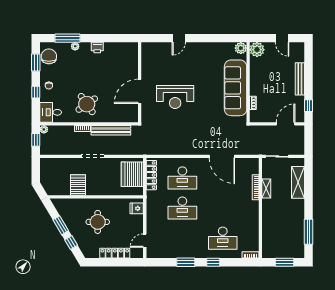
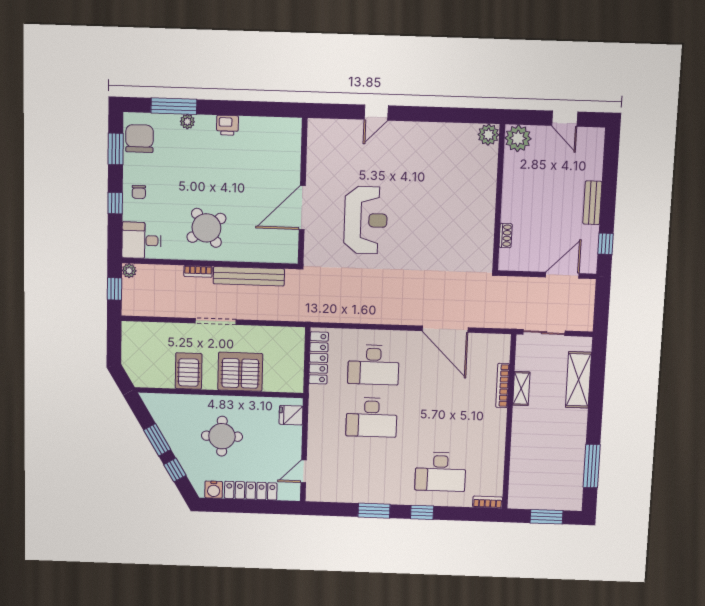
bench: (300, 79) -> (592, 203), width x0.73
sofa: (236, 88) -> (475, 207), removed
reception desk: (175, 97) -> (366, 220), turned -90
server rack: (132, 174) -> (240, 372), moved, turned 90
water cooler: (94, 253) -> (214, 490), added

